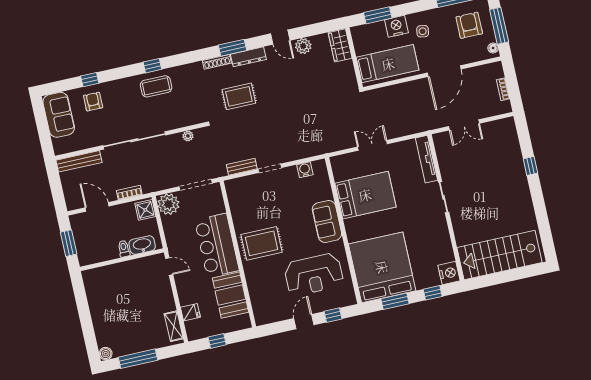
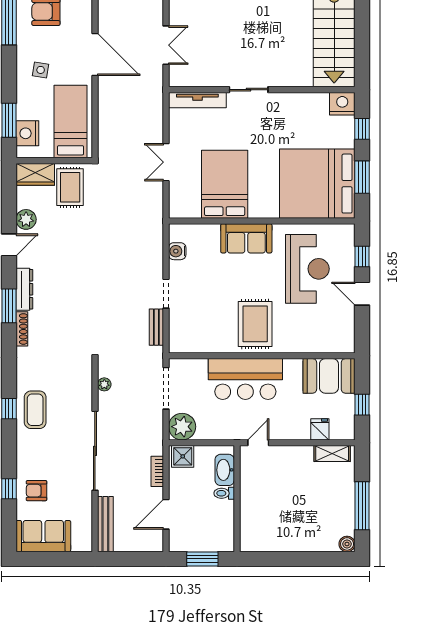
nightstand: (396, 26) -> (27, 133), moved
rug: (239, 96) -> (70, 187), moved
booth: (230, 295) -> (329, 376), moved

